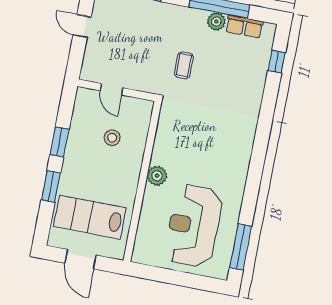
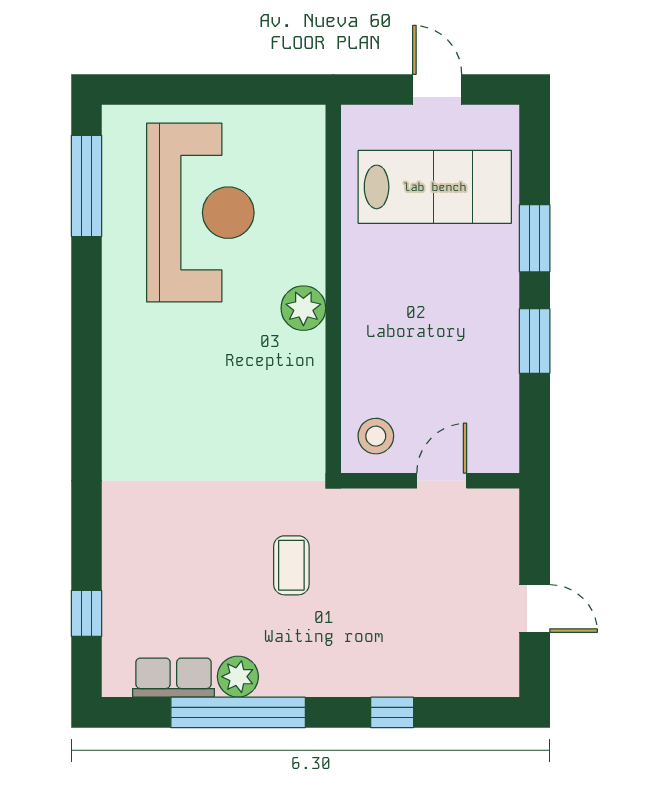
door: (112, 89) -> (442, 481), hinge flipped
stool: (112, 138) -> (376, 436), moved
door: (81, 259) -> (437, 90), width x0.73

